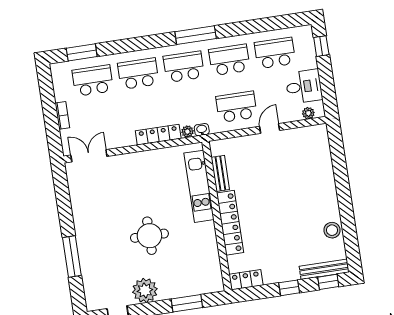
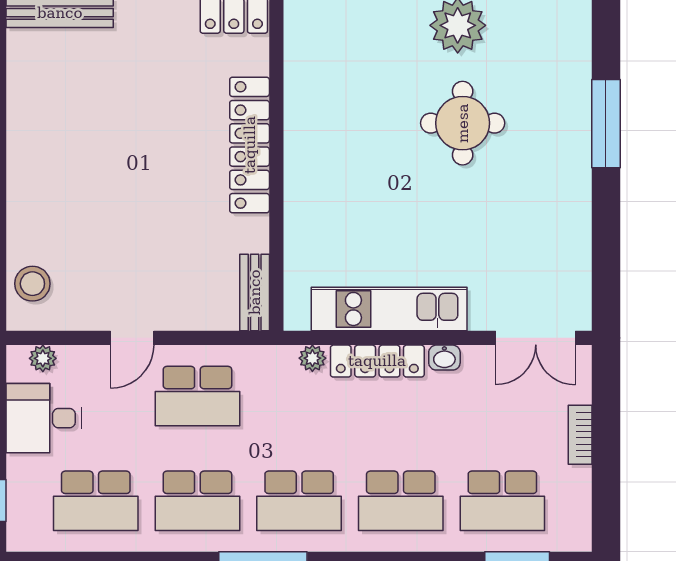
washbasin: (202, 130) -> (444, 358), moved
bench: (220, 173) -> (255, 292), moved
kitchen unit: (199, 186) -> (389, 309), moved, turned -90
stool: (332, 230) -> (32, 284), moved
round table: (149, 236) -> (463, 123), moved

